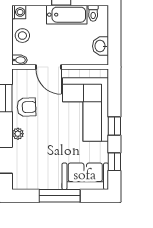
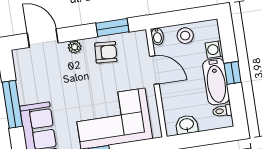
washing machine: (19, 12) -> (214, 49), moved, turned 90
door: (48, 67) -> (154, 70), swing flipped
armchair: (26, 107) -> (106, 52), turned -84

